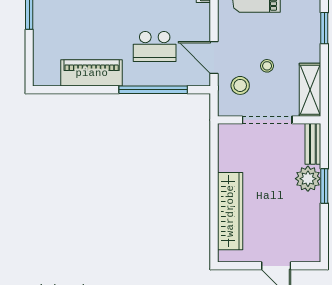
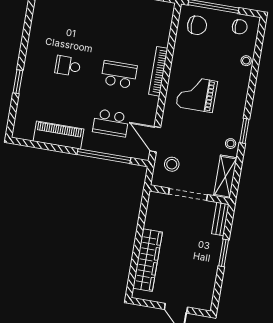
stool: (267, 66) -> (231, 144), moved
plant: (308, 179) -> (212, 245), removed

